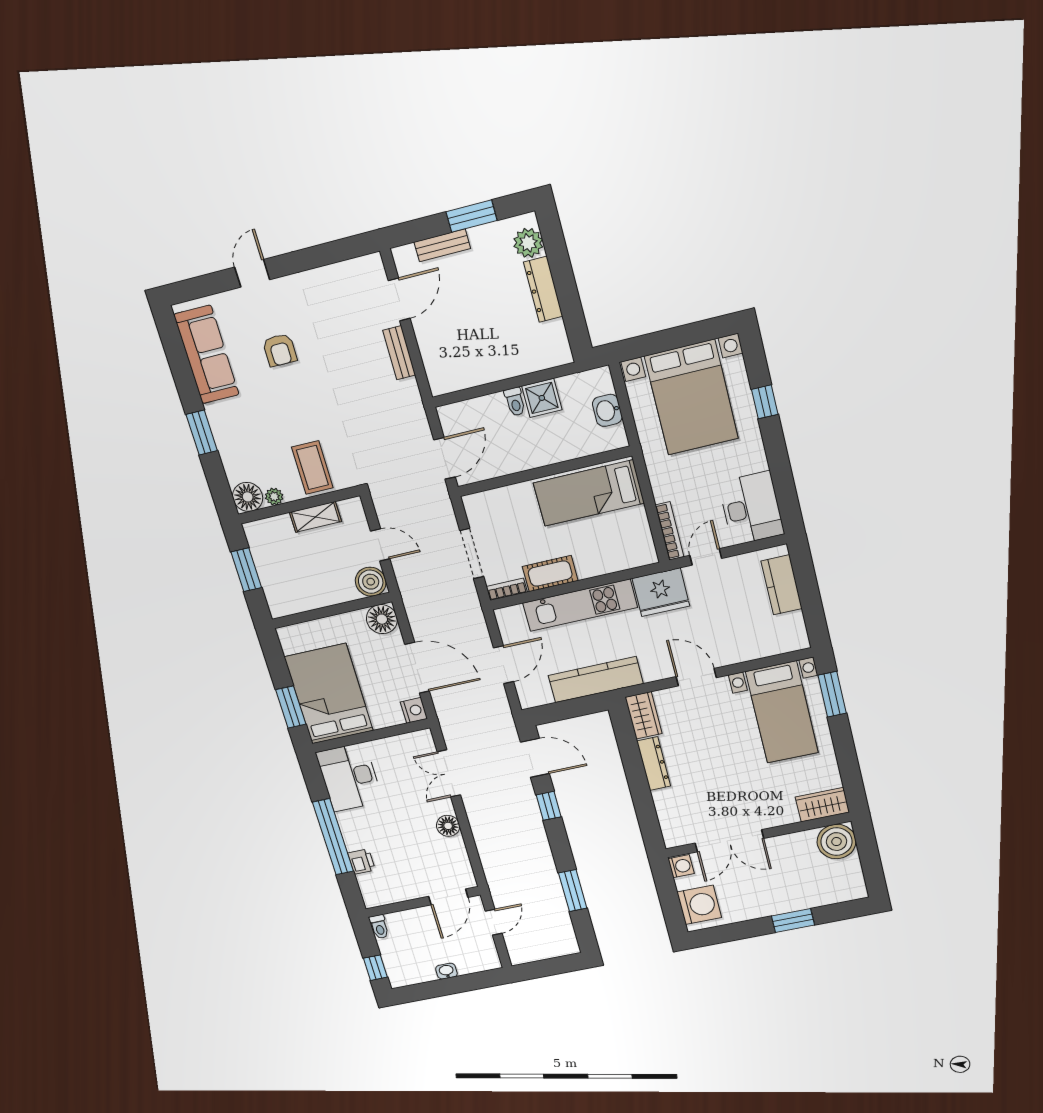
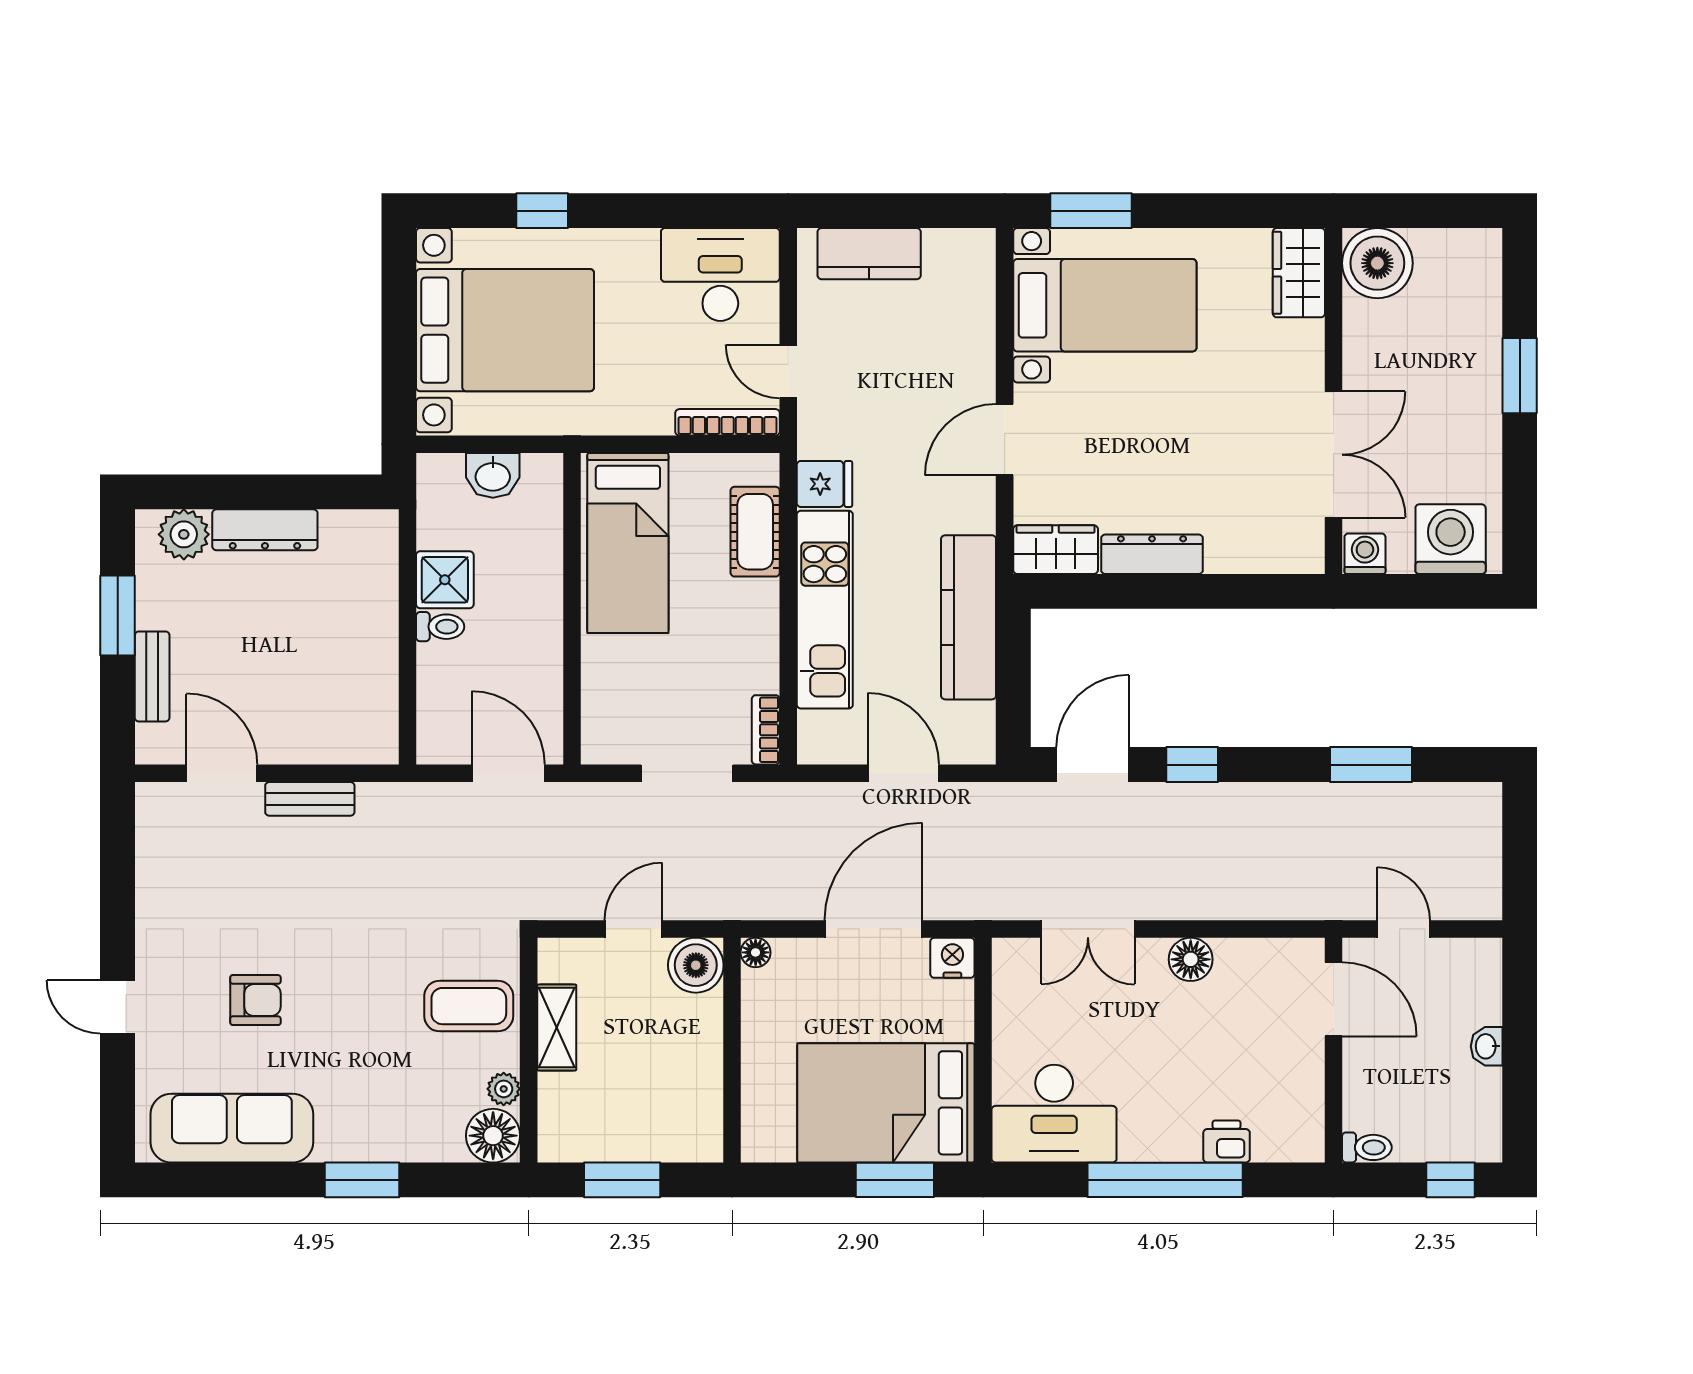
cot: (550, 574) -> (755, 532), moved
fridge: (661, 592) -> (825, 484), width x0.53, depth x0.75
floor lamp: (382, 619) -> (756, 952), width x0.53, depth x0.53

